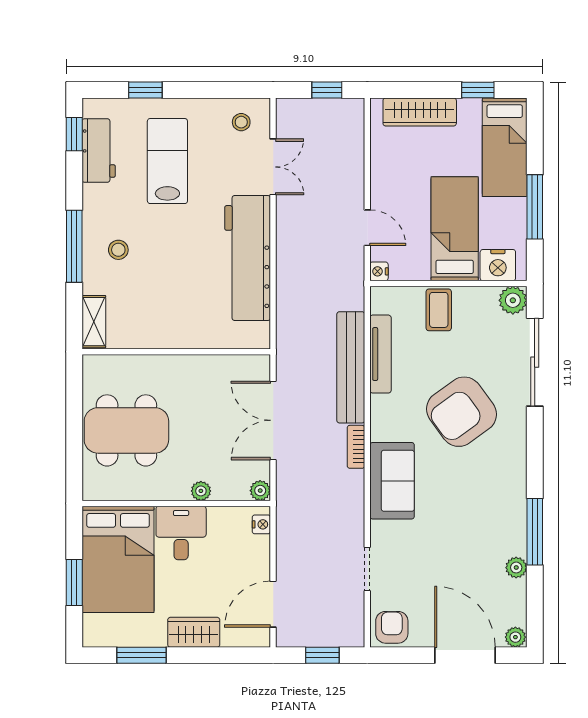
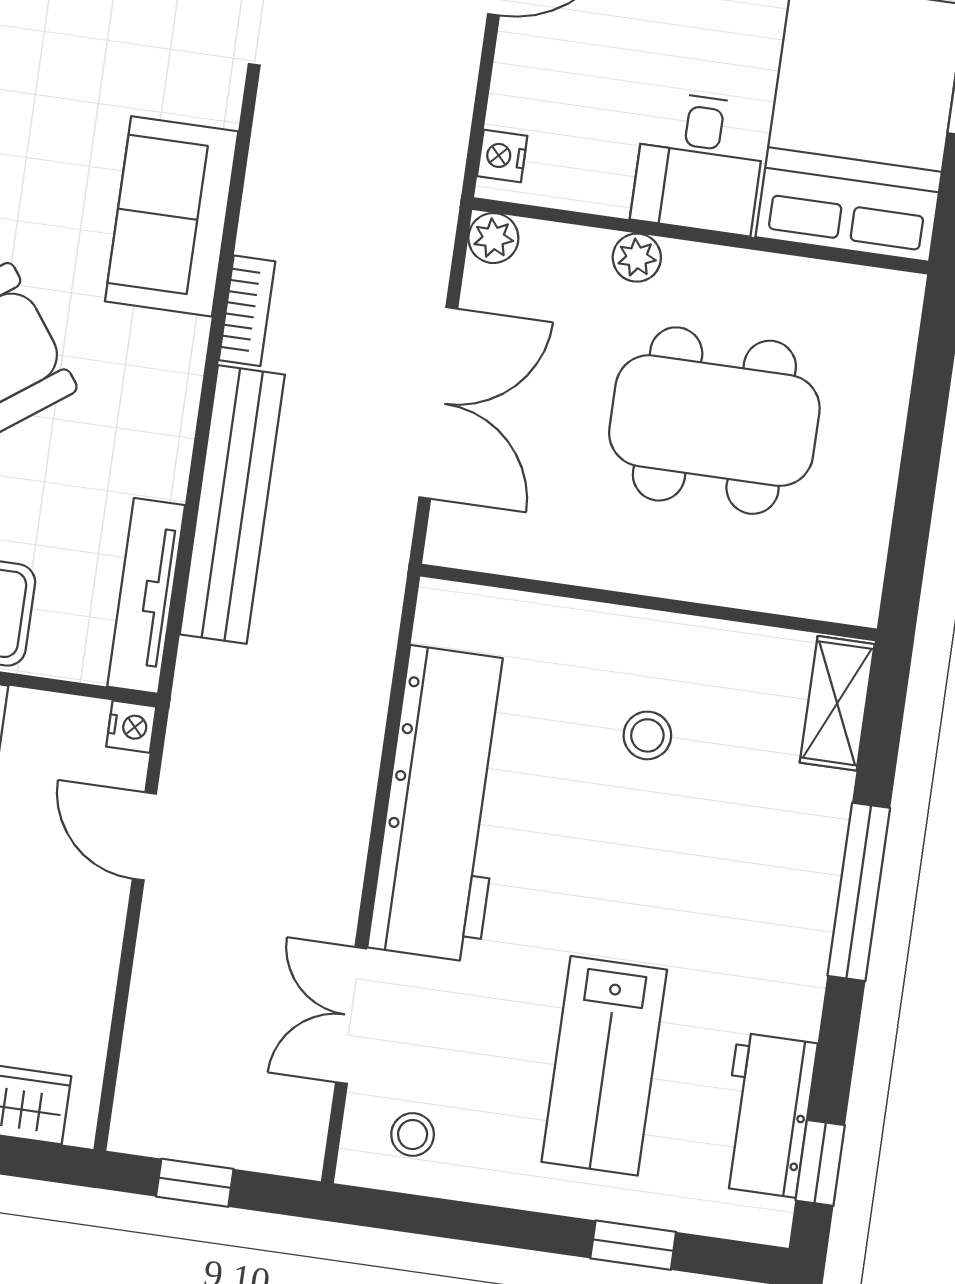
stool: (118, 250) -> (647, 735), moved
tv unit: (380, 354) -> (146, 596), moved
dining table: (126, 430) -> (714, 421), moved

